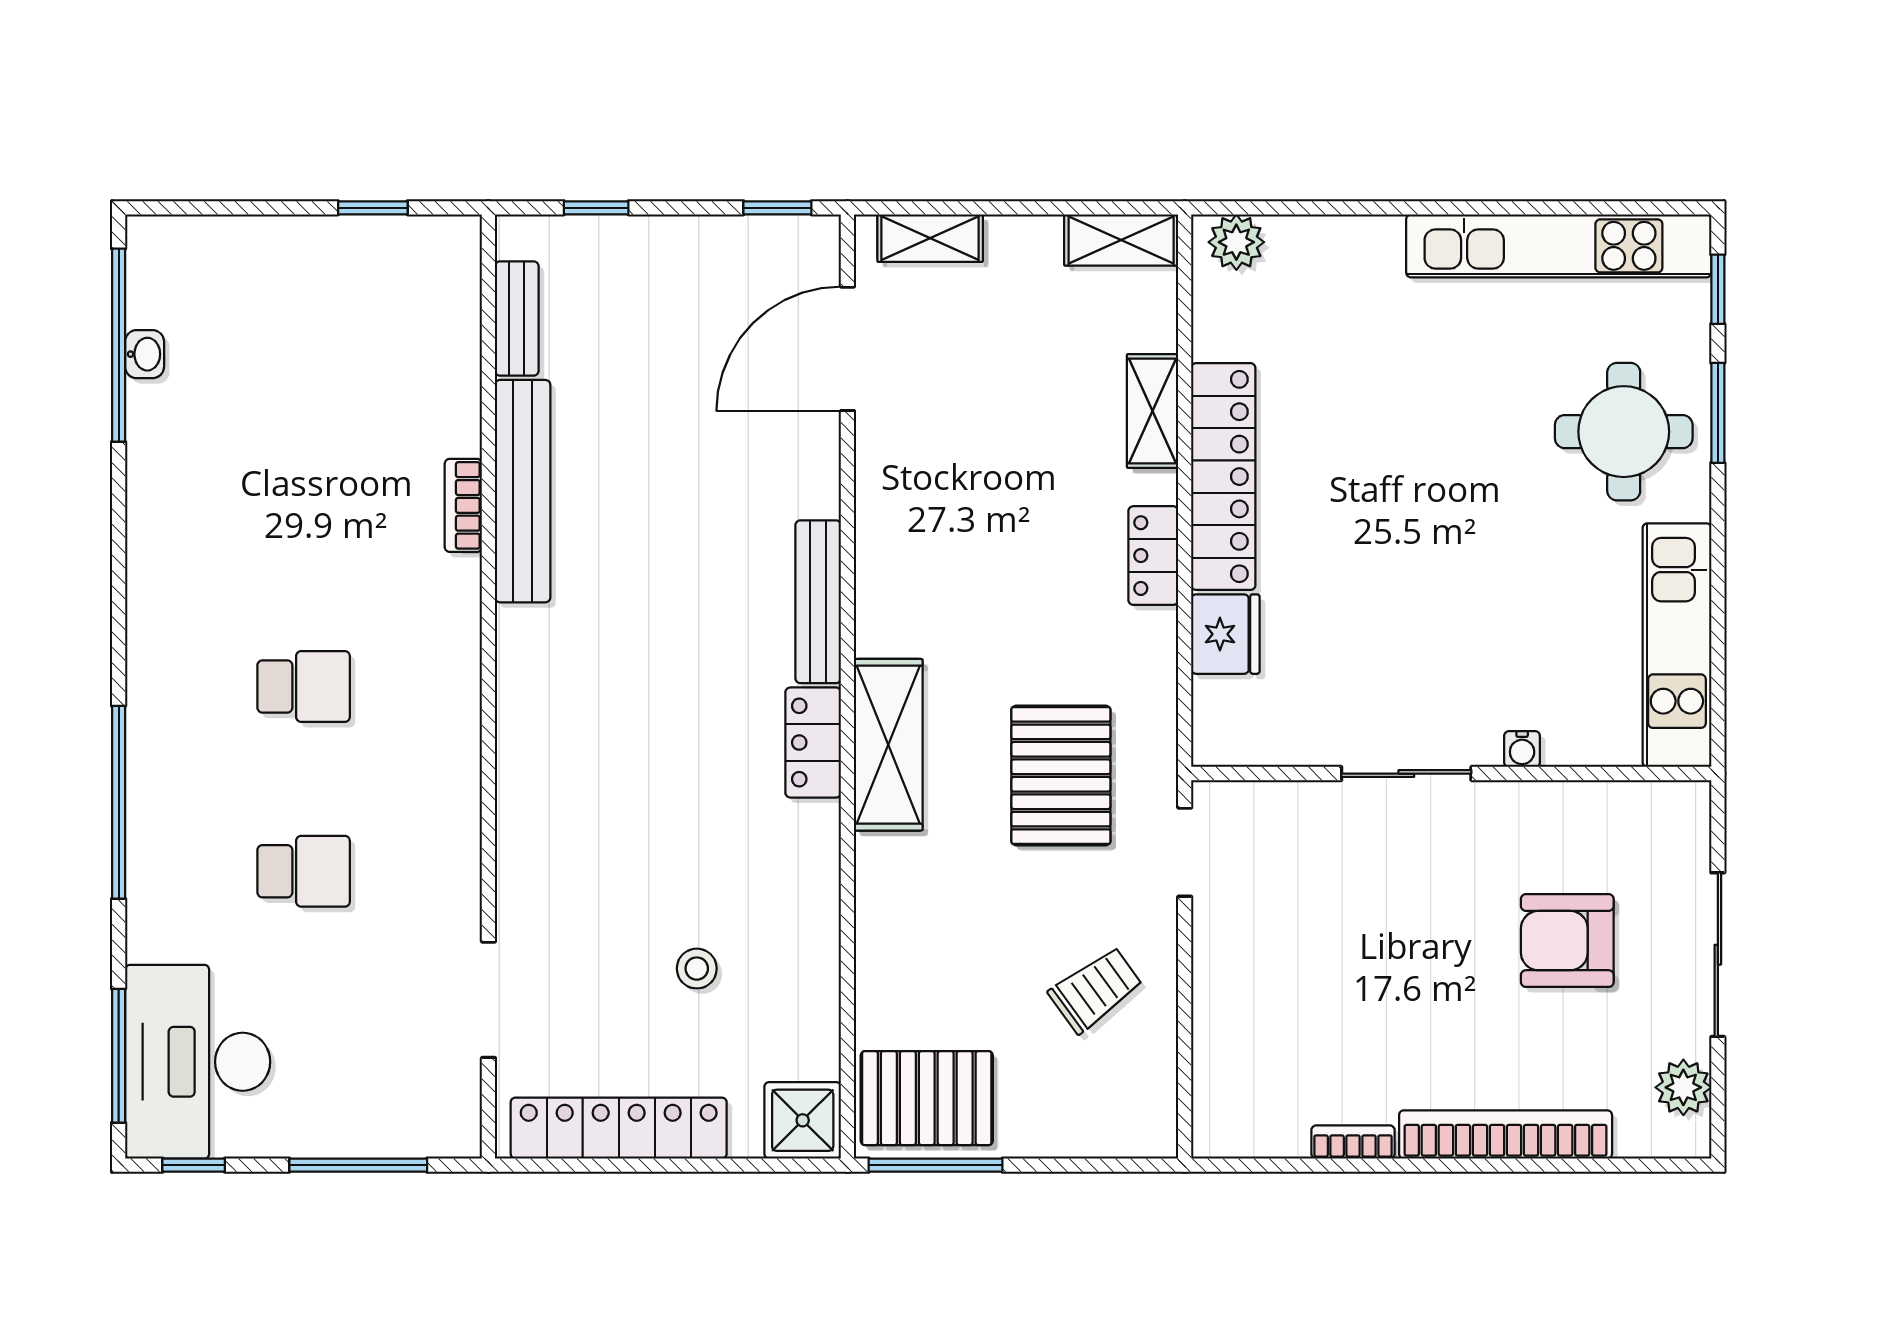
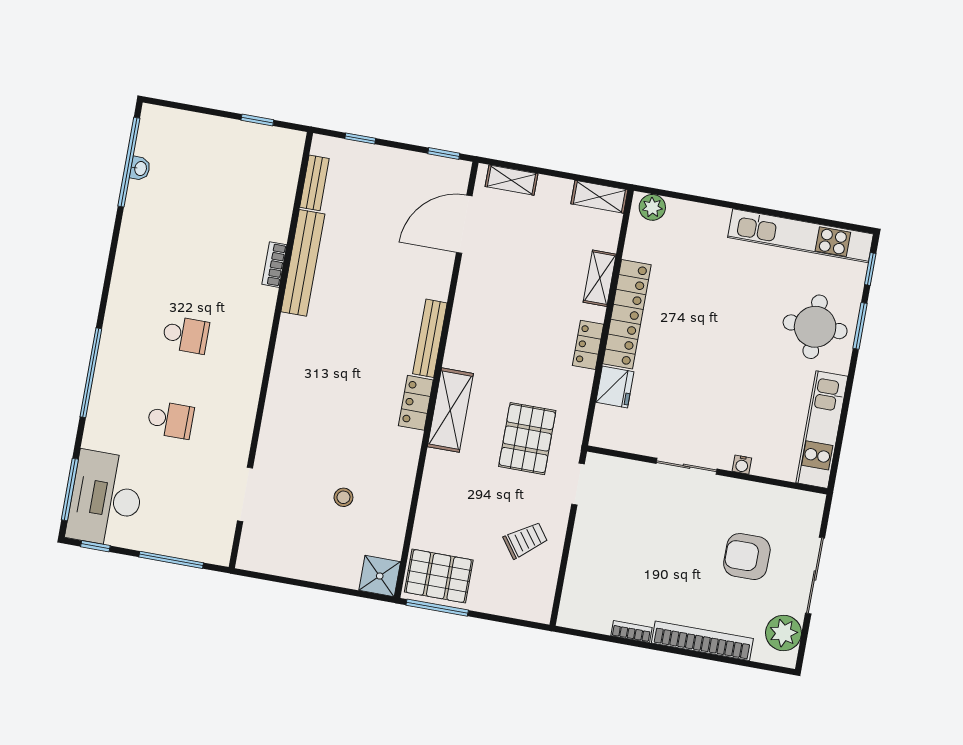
plant: (1683, 1087) -> (783, 633), width x1.36, depth x1.36
locker: (619, 1128) -> (294, 564), removed

